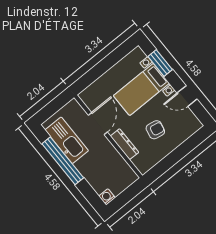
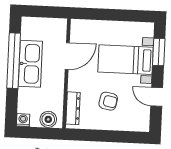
kitchen sink: (67, 140) -> (30, 64), moved
dresser: (125, 144) -> (73, 108), moved
boiler: (124, 181) -> (48, 119), added

